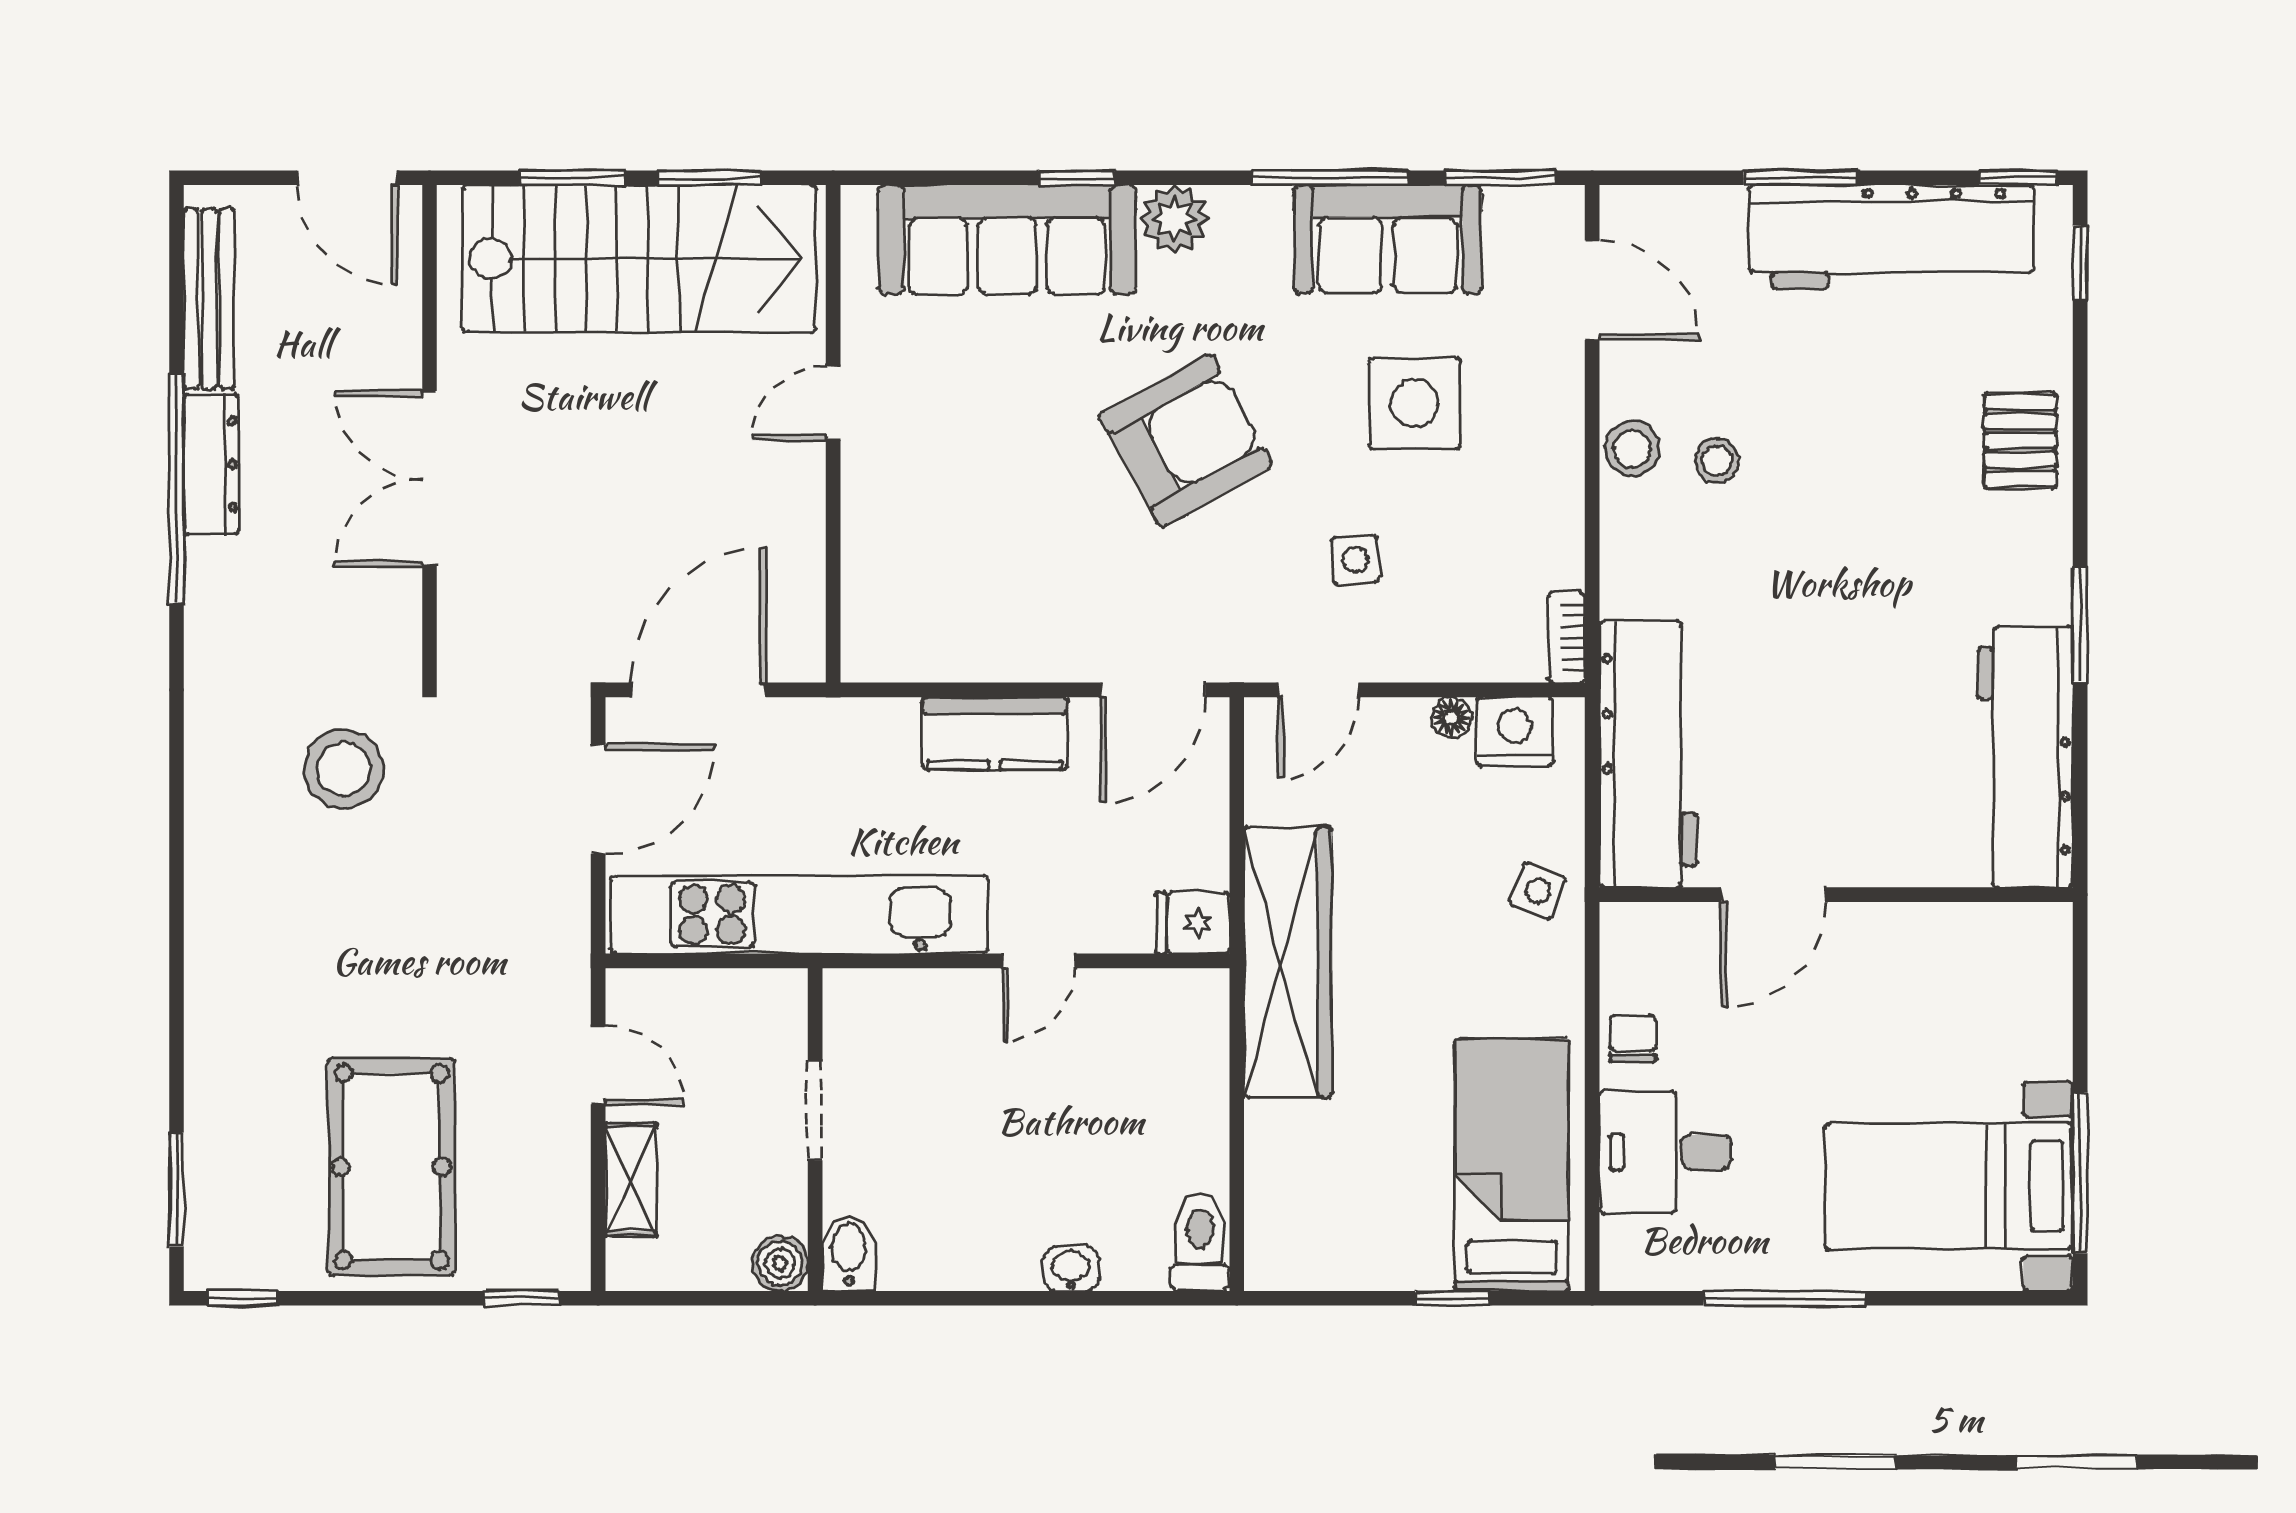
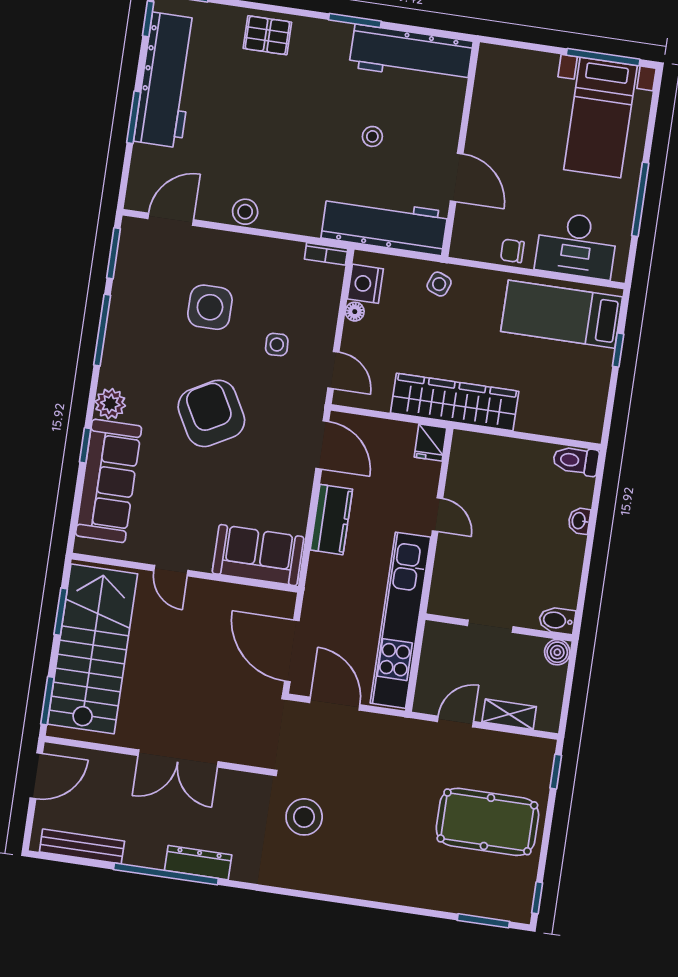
window: (572, 178) -> (47, 701), moved
sofa: (1388, 239) -> (258, 555), moved, turned -90
stool: (1717, 461) -> (372, 136), moved
dresser: (211, 464) -> (198, 863), moved
desk: (1665, 1152) -> (576, 245), width x1.37

